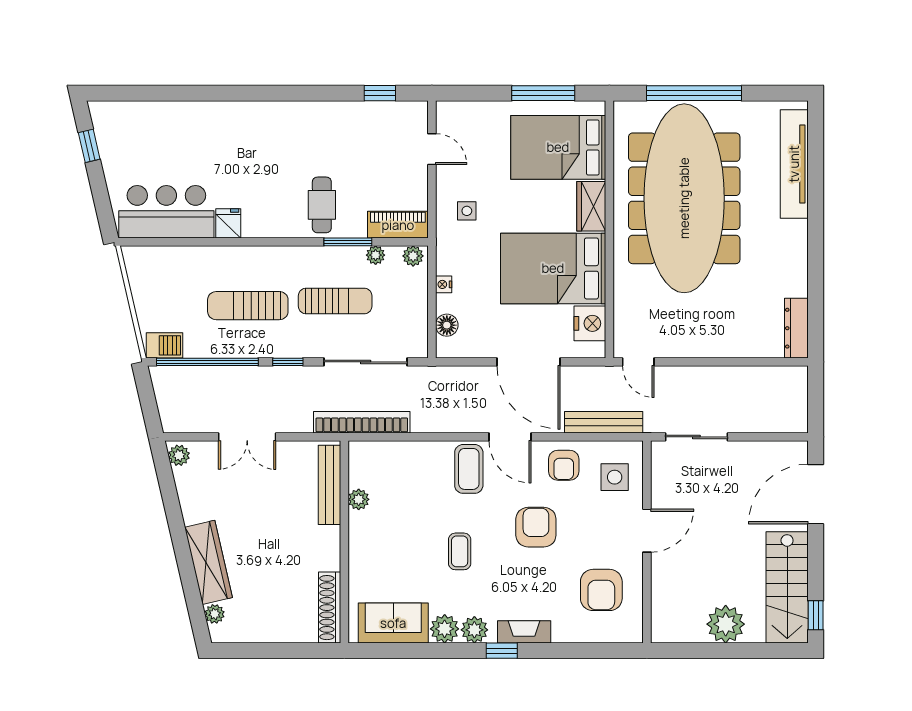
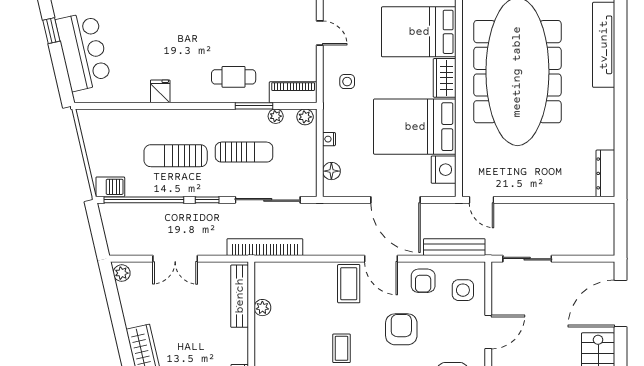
cafe table: (322, 205) -> (234, 77), turned 90
bar counter: (166, 212) -> (83, 51), moved, turned 77

